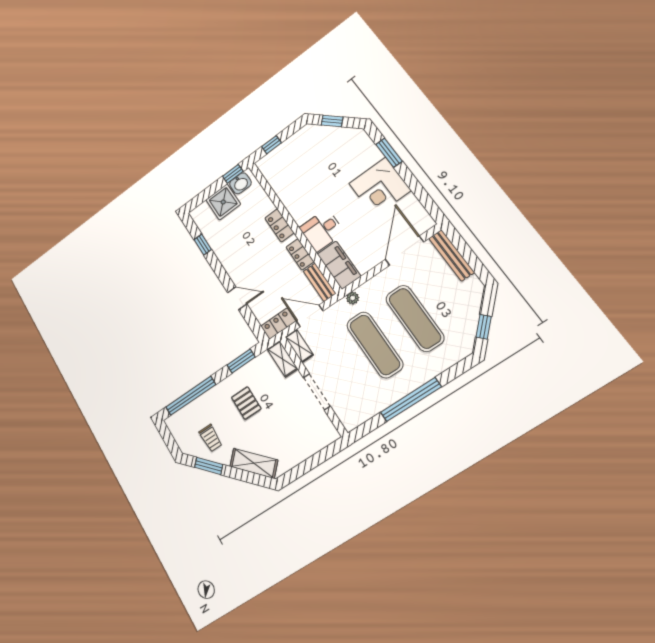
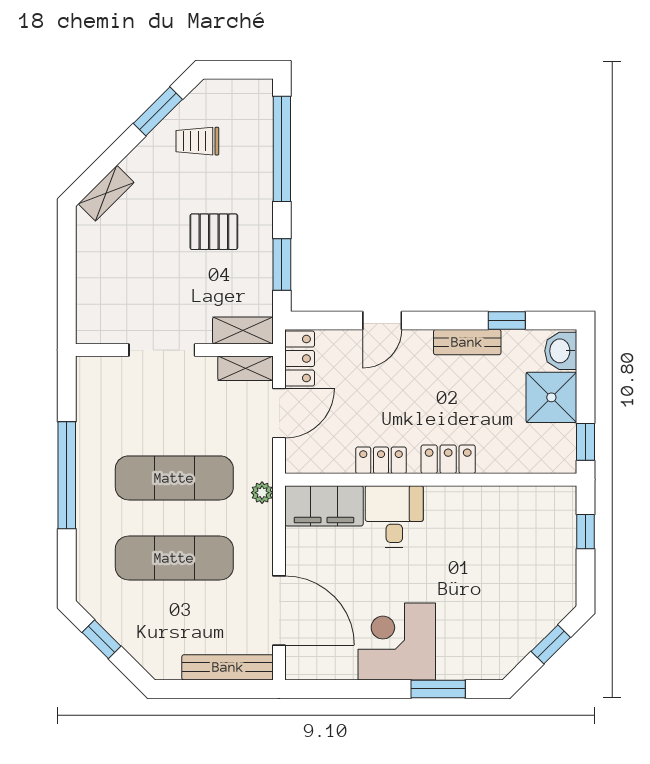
washbasin: (240, 183) -> (561, 351), moved
bench: (320, 282) -> (467, 342), moved
shelving: (254, 463) -> (106, 193), width x0.67, depth x0.75

